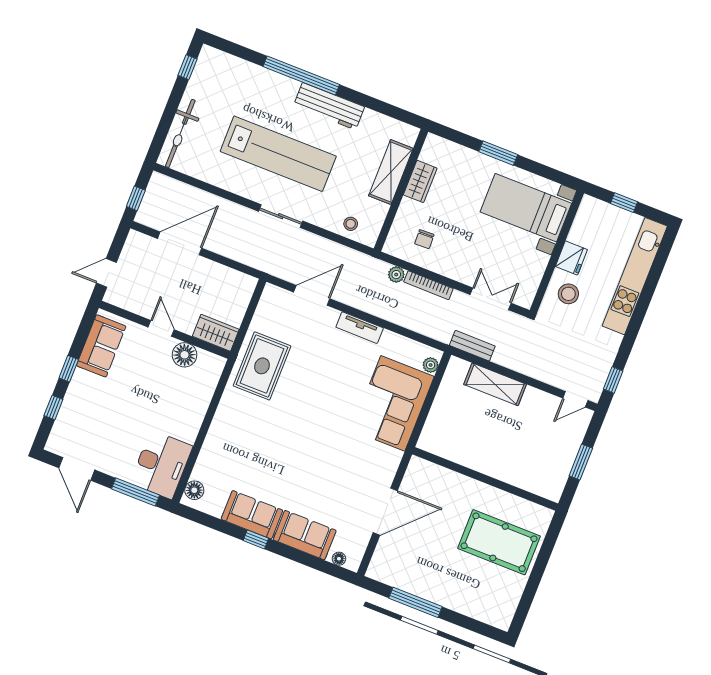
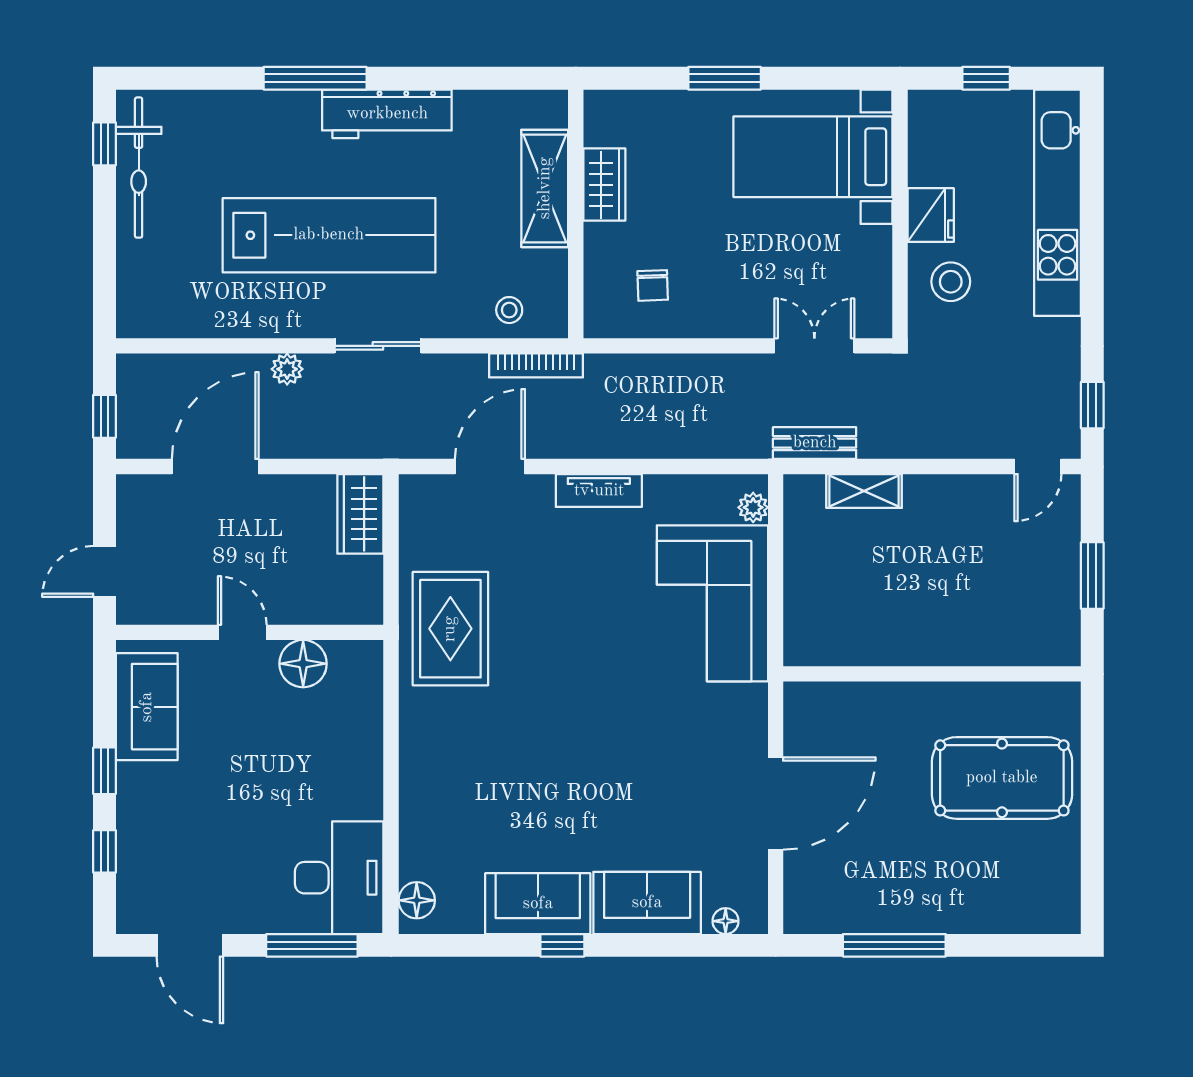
window: (301, 76) -> (315, 78), width x0.68
bicycle: (180, 133) -> (139, 168), moved
plant: (396, 275) -> (287, 369), moved
bookcase: (428, 285) -> (536, 365), moved
wardrobe: (216, 333) -> (360, 514), moved, turned -90
shelving: (495, 384) -> (864, 491), width x0.67, depth x0.75

